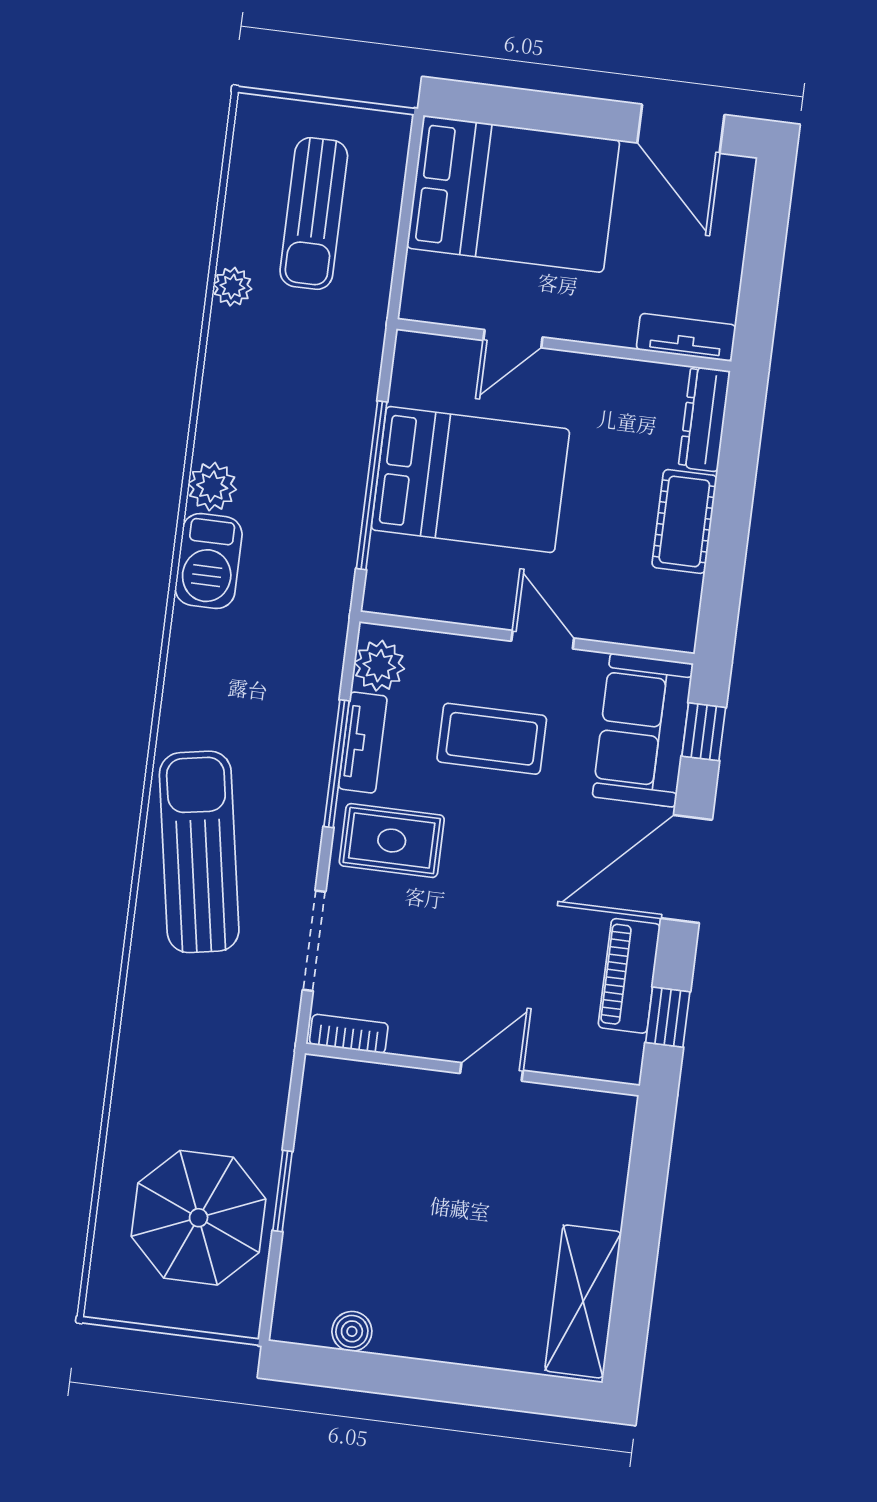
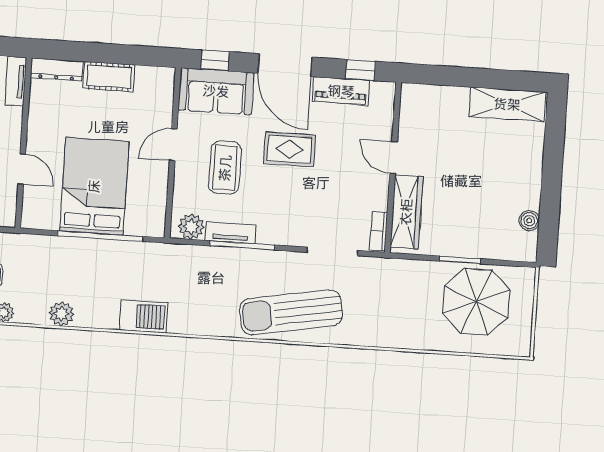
plant: (212, 487) -> (61, 314), moved
rug: (392, 841) -> (289, 149), moved, turned 90
wardrobe: (383, 1091) -> (406, 212), added

